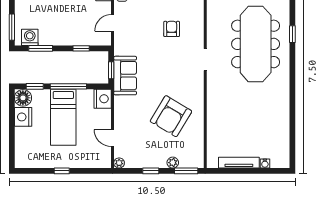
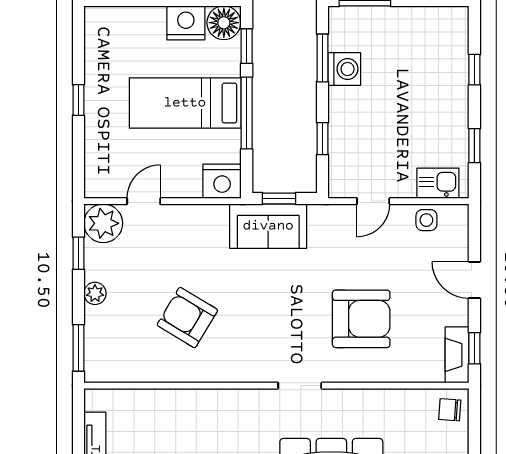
door: (113, 23) -> (373, 201), swing flipped
armchair: (172, 29) -> (361, 319), width x1.88, depth x1.88
washing machine: (30, 37) -> (344, 69), moved
armchair: (171, 116) -> (187, 318), width x0.73, depth x0.73
plant: (119, 163) -> (103, 223), width x1.88, depth x1.88
plant: (173, 163) -> (95, 293), moved
window: (151, 171) -> (78, 253), moved

